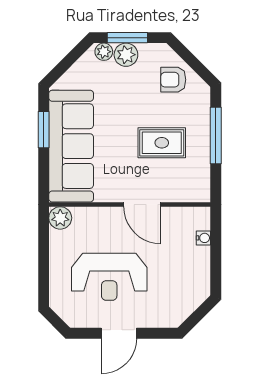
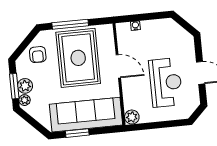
rug: (162, 143) -> (78, 58), width x1.86, depth x2.06
door: (142, 205) -> (118, 66), hinge flipped

